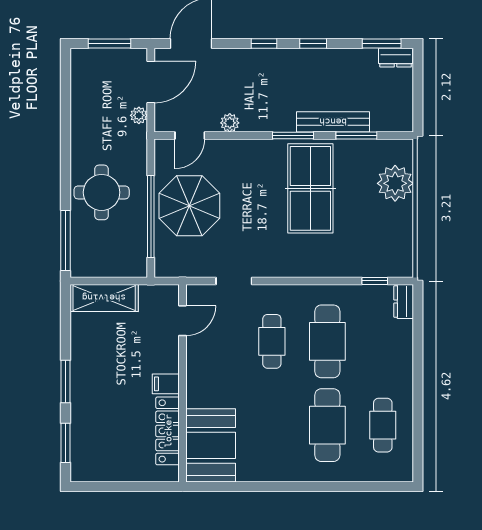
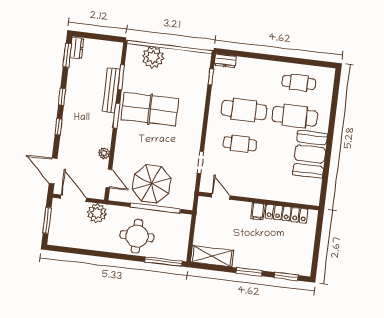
plant: (139, 115) -> (97, 213), width x1.88, depth x1.88
shelving: (104, 298) -> (212, 256), moved, turned 90
booth: (211, 445) -> (310, 154), moved, turned 90

